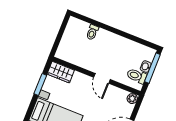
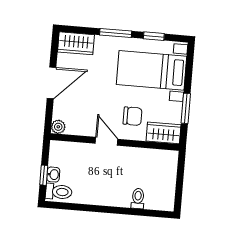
window: (152, 68) -> (44, 175), width x0.46
toilet: (137, 76) -> (59, 192), moved
chair: (79, 90) -> (133, 116), added

